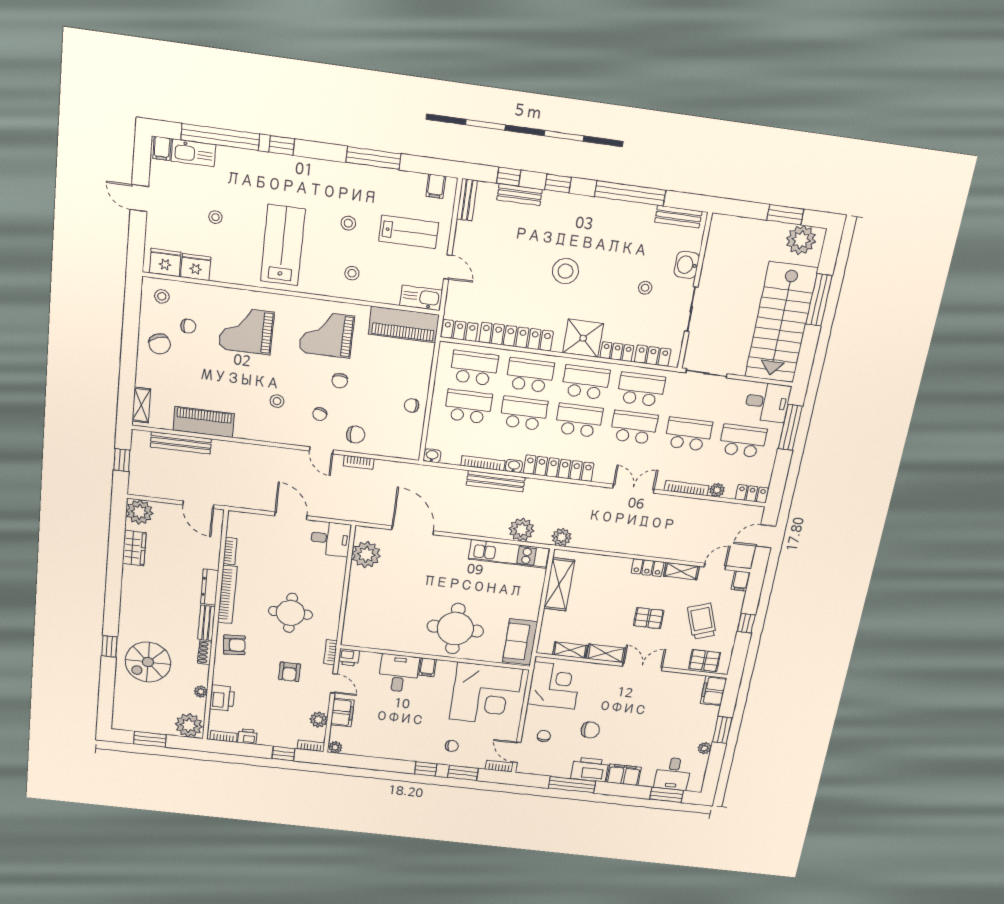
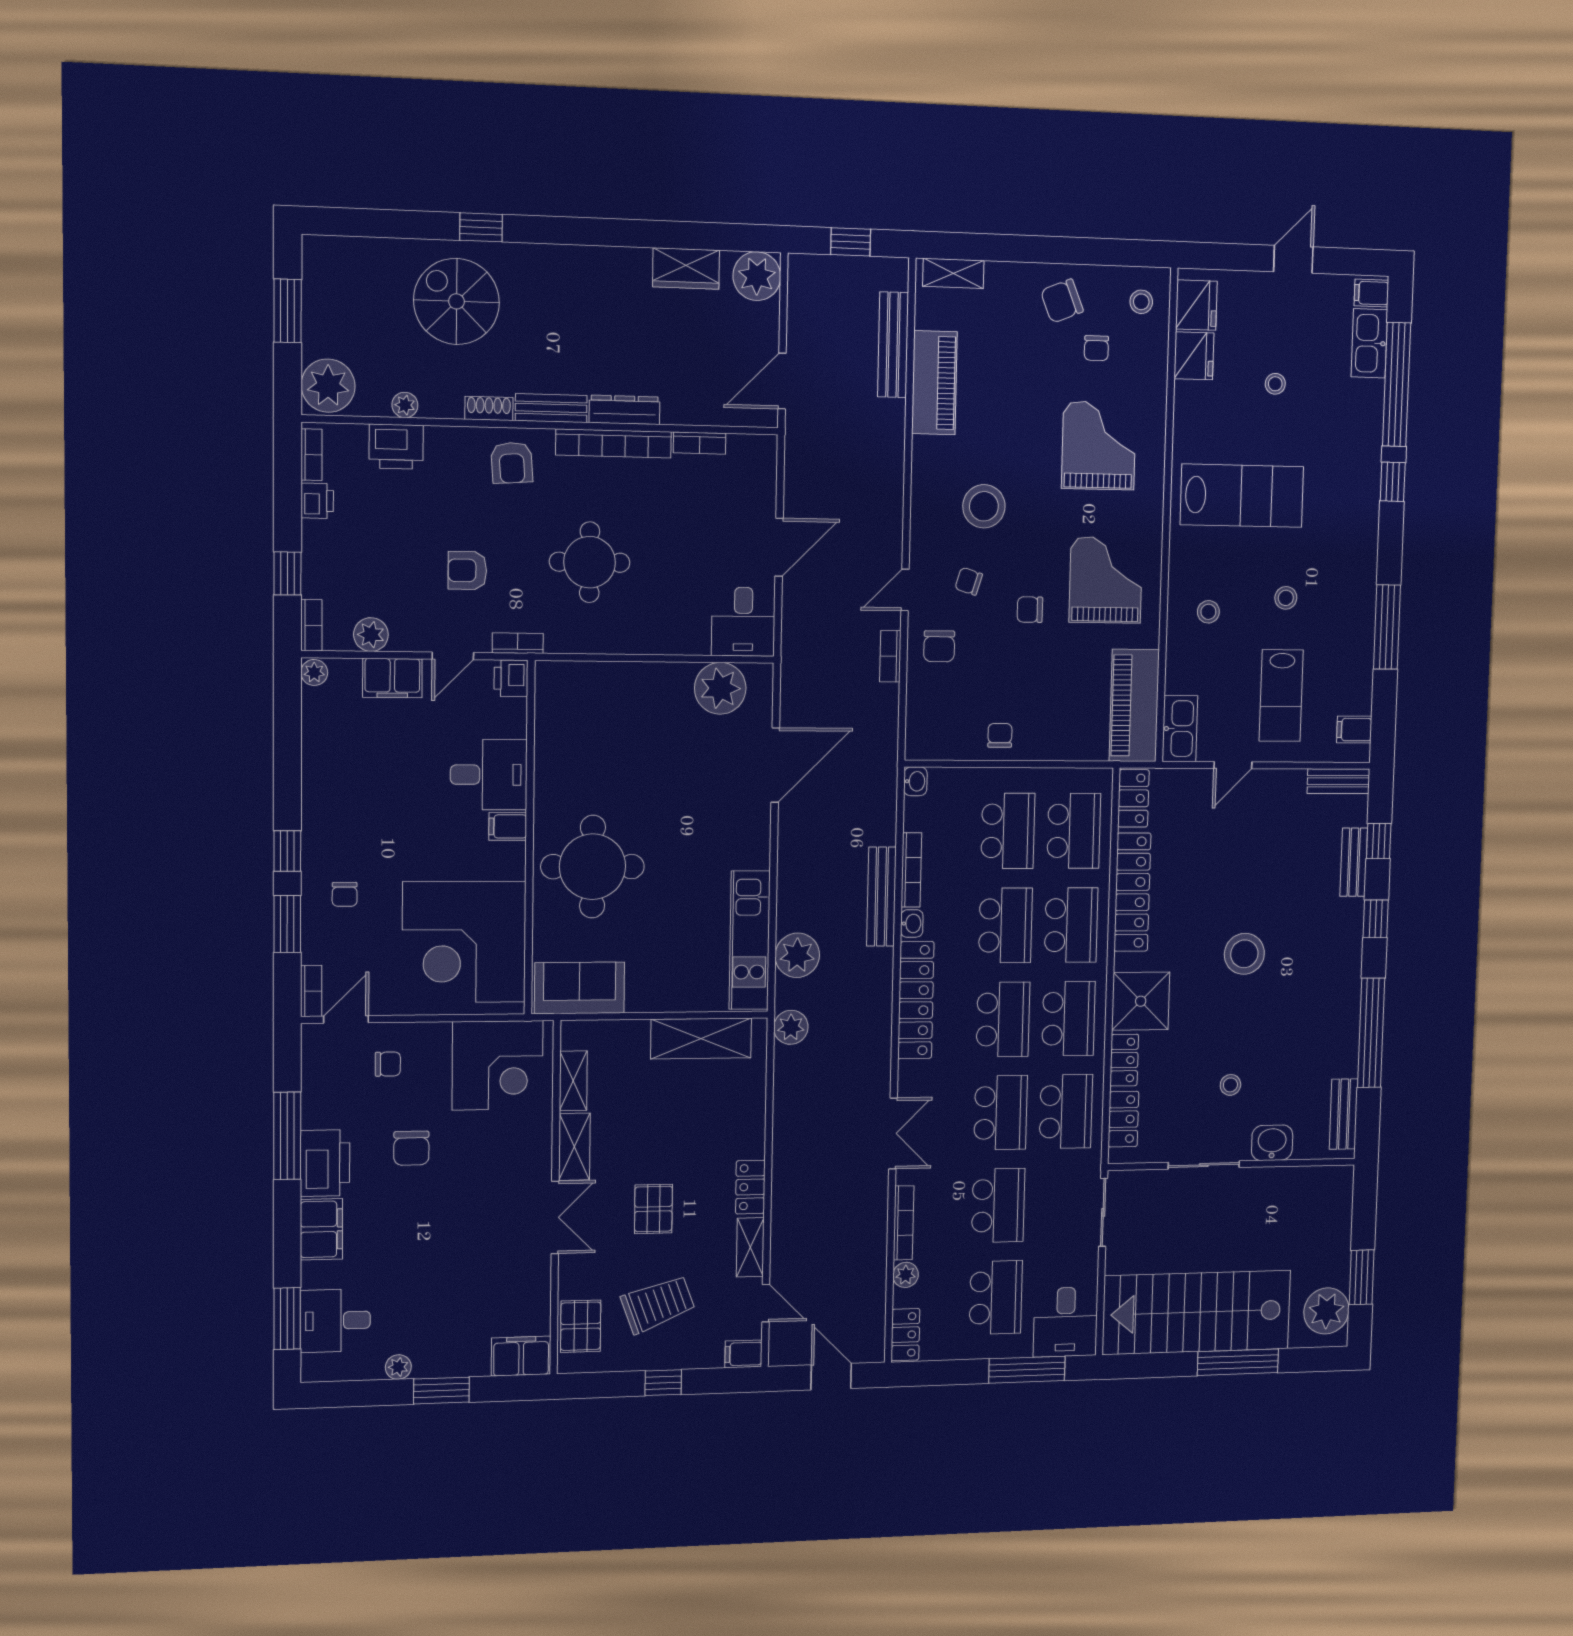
stool: (277, 401) -> (984, 506), width x1.89, depth x1.89

